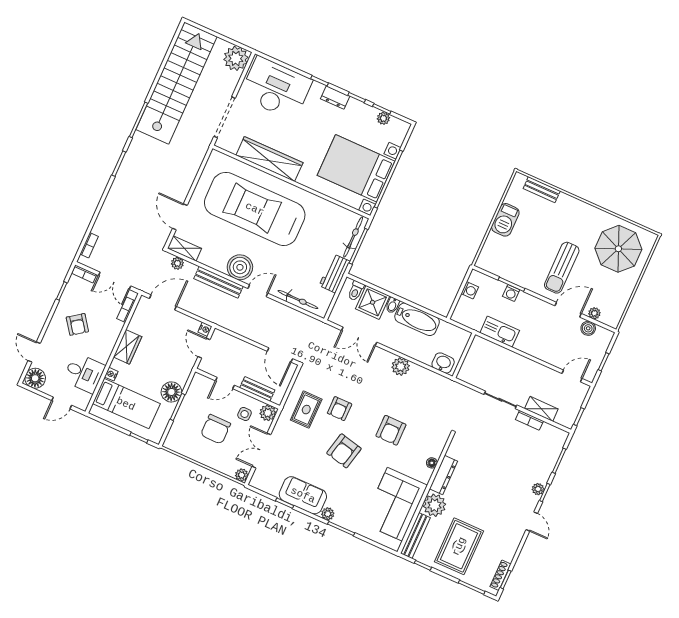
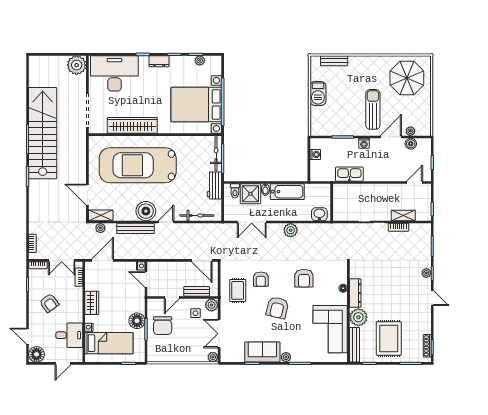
stairs: (176, 83) -> (43, 133), moved
sun lounger: (562, 268) -> (373, 109), turned 180
washing machine: (511, 293) -> (364, 143), moved
chair: (216, 429) -> (163, 326), moved

